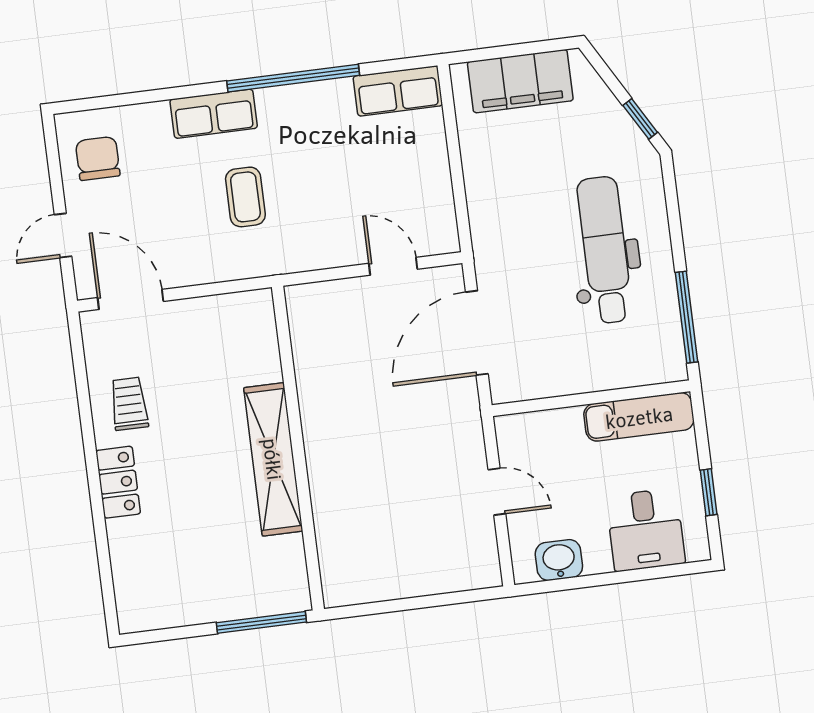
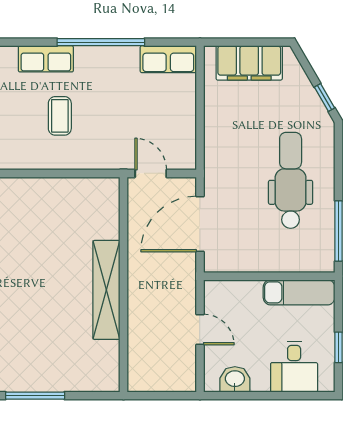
wall: (298, 448) -> (124, 285), moved
shelving: (273, 459) -> (106, 290), moved

